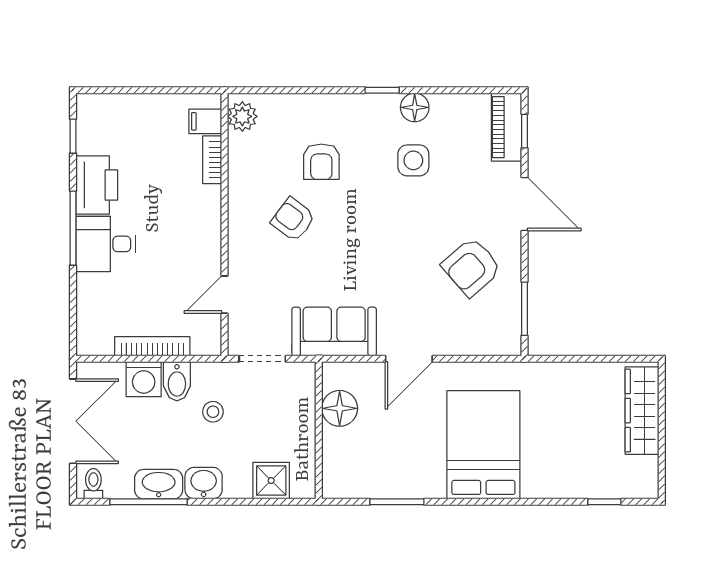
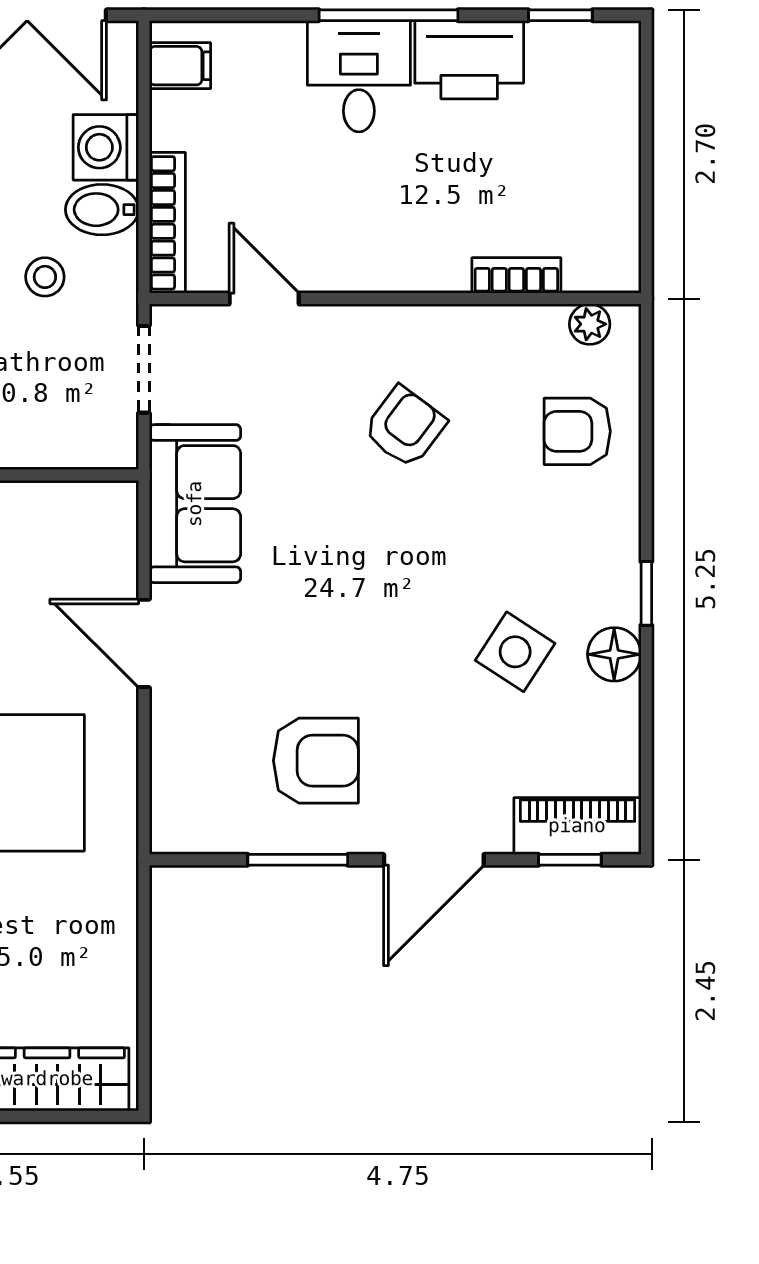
plant: (242, 116) -> (590, 324), width x0.73, depth x0.73
filing cabinet: (205, 121) -> (180, 66), moved, turned 90
side table: (413, 160) -> (515, 652), turned 33
armchair: (321, 162) -> (577, 431), moved
armchair: (471, 267) -> (316, 761), turned 131
window: (525, 309) -> (298, 860), moved
bookcase: (152, 346) -> (167, 223), moved
floor lamp: (340, 408) -> (51, 514), removed

